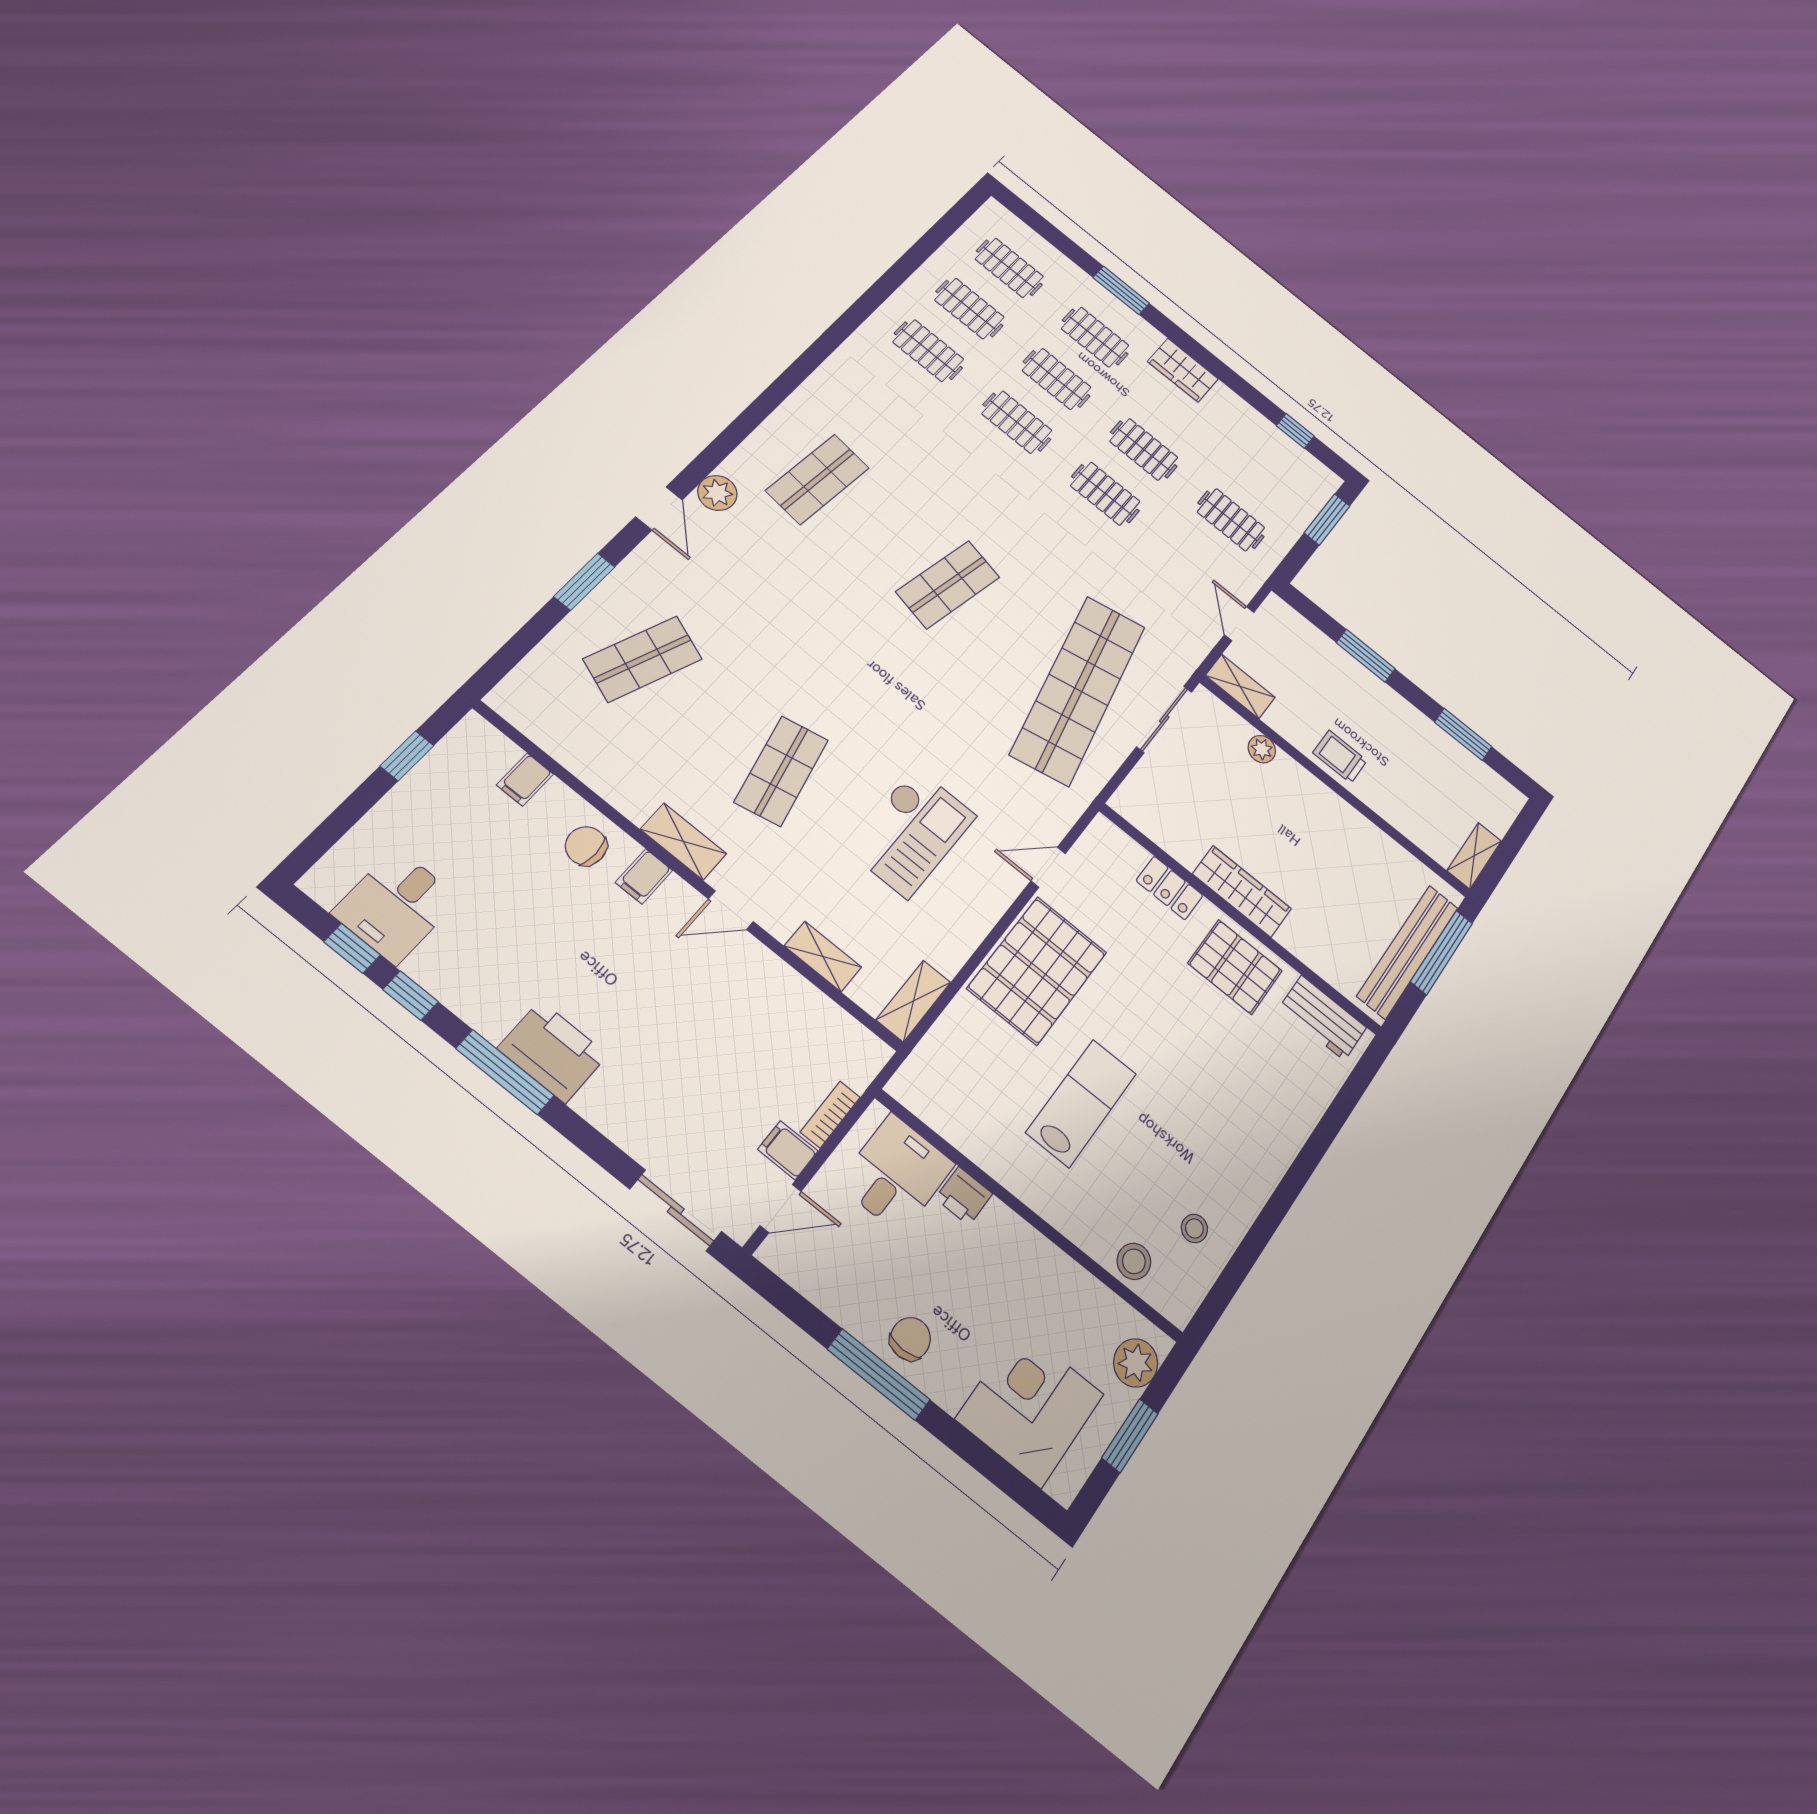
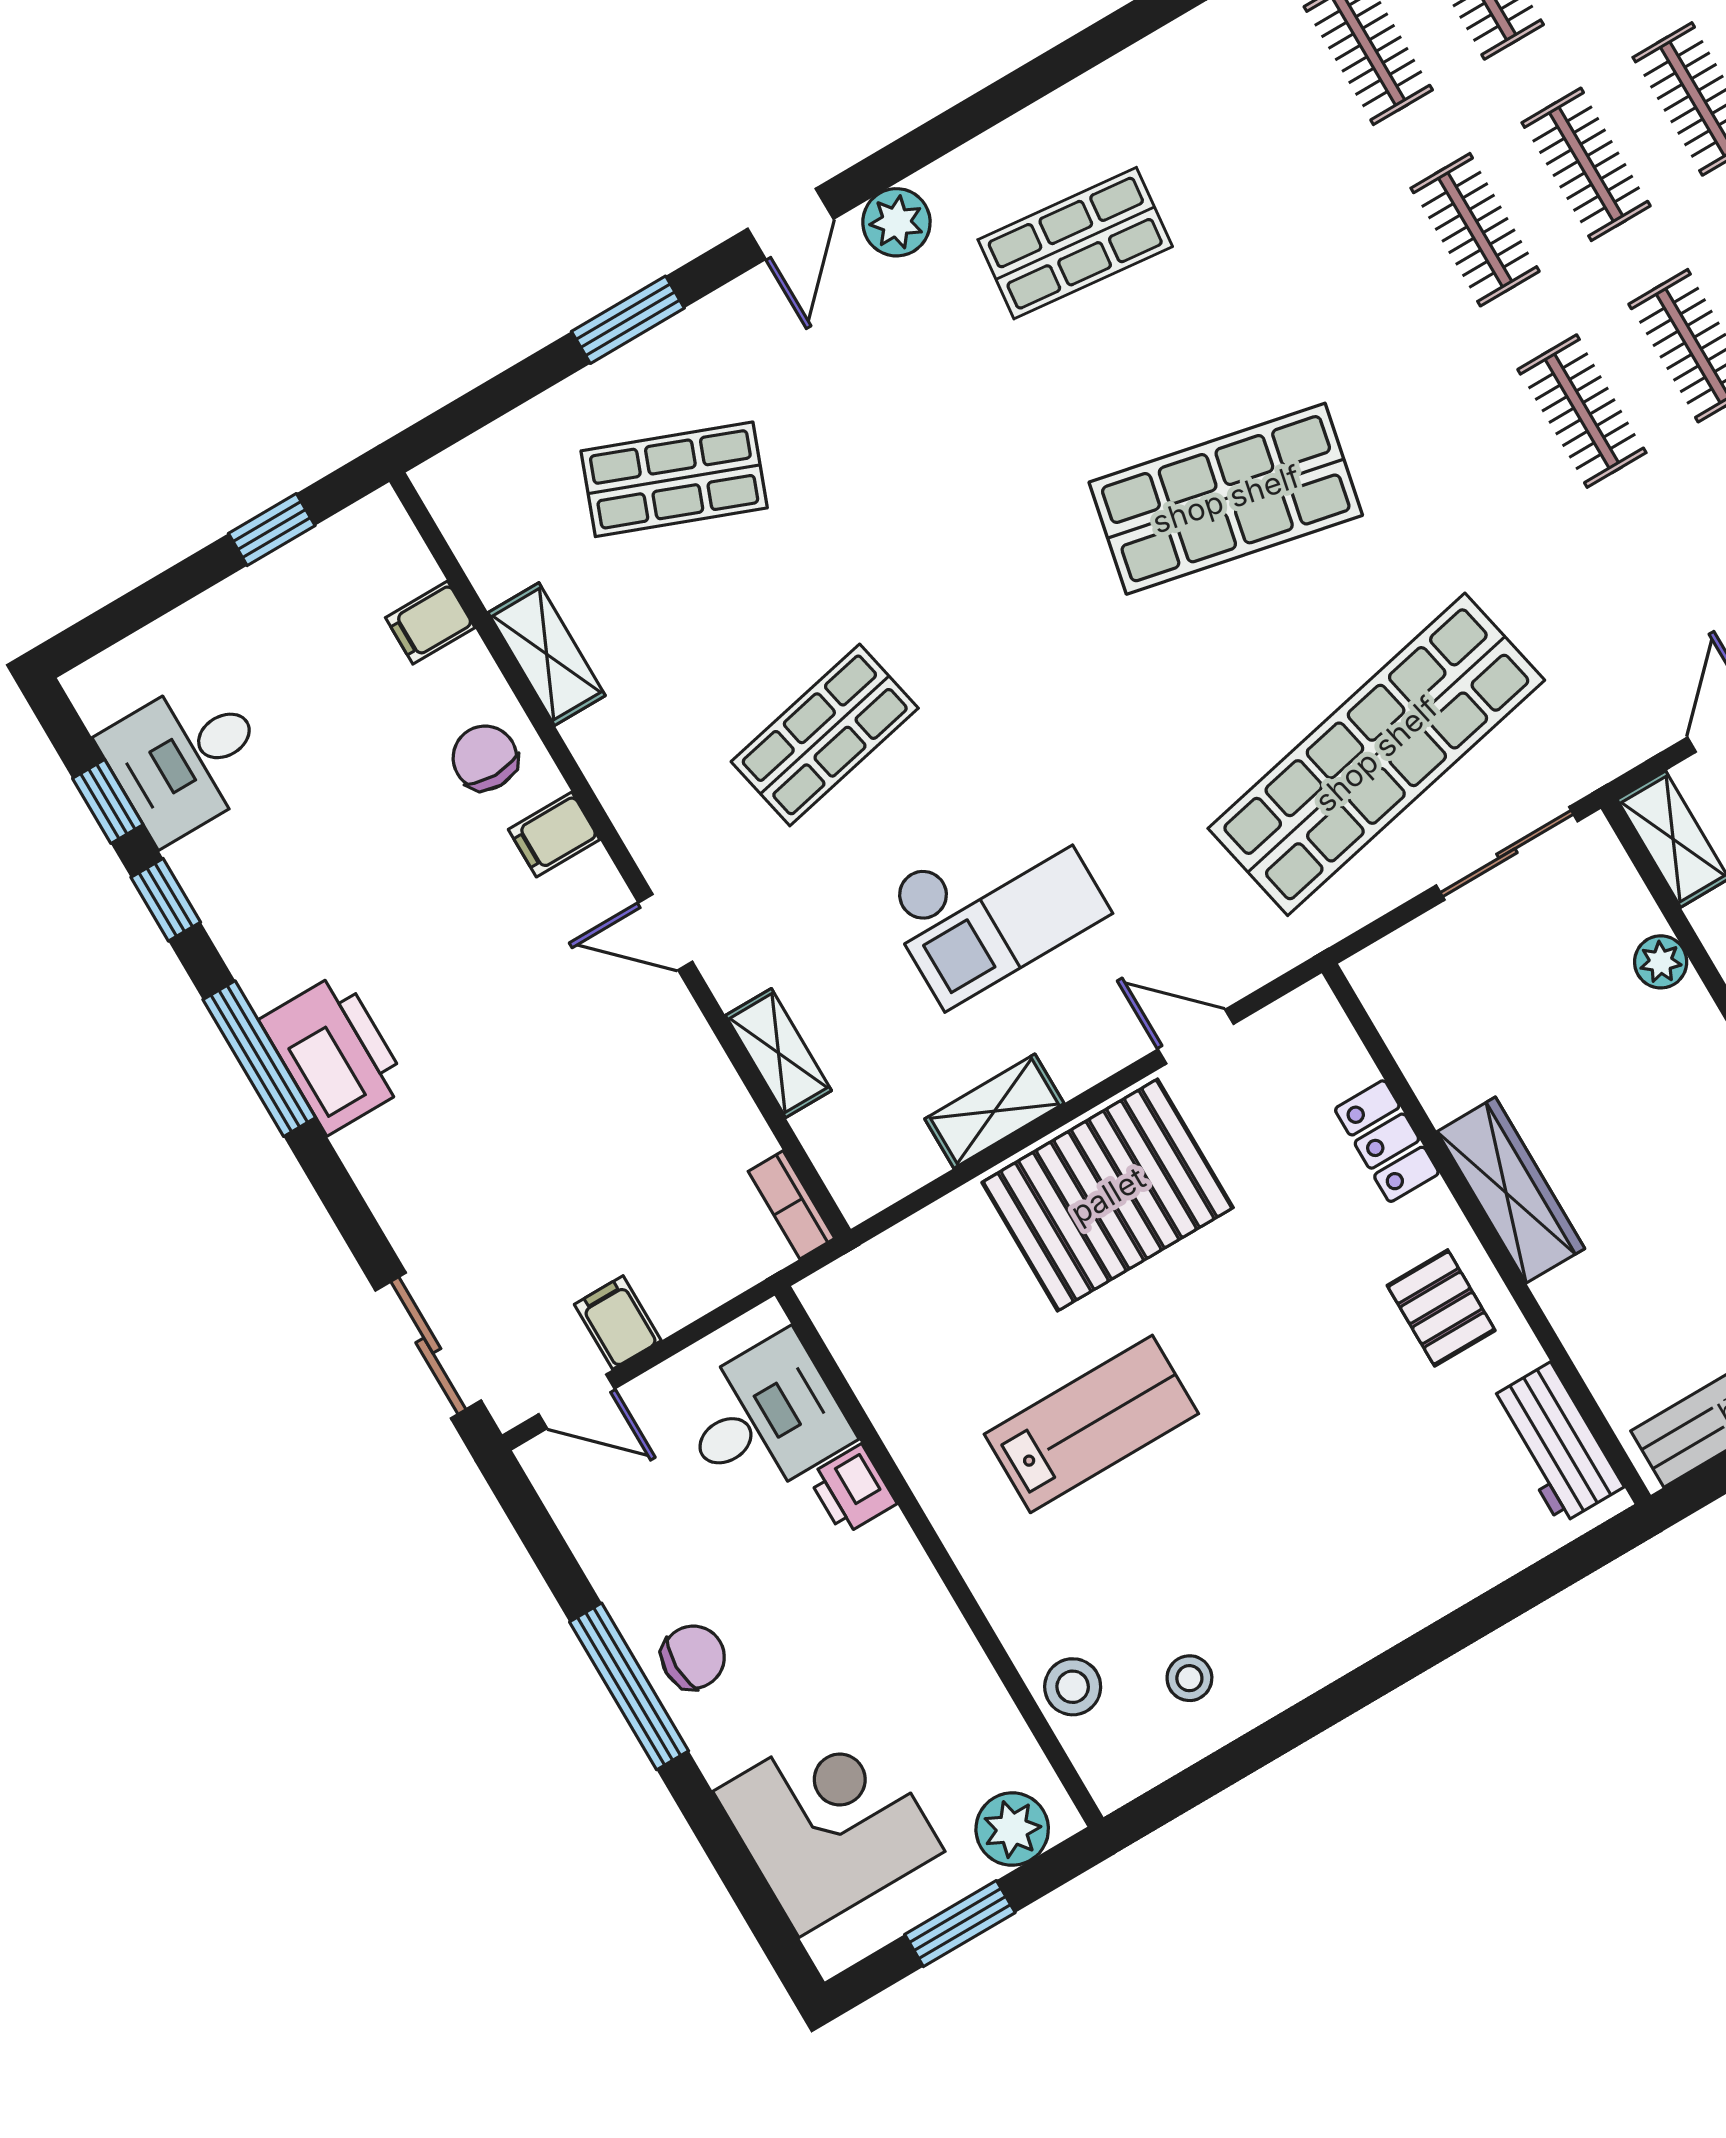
shop shelf: (948, 585) -> (1226, 499), width x1.43, depth x1.36
shelving: (683, 842) -> (547, 654), moved
pallet: (1235, 967) -> (1441, 1308), width x0.67, depth x0.71
shelving: (913, 1001) -> (994, 1111), moved
bookcase: (830, 1115) -> (791, 1205), moved, turned -90

